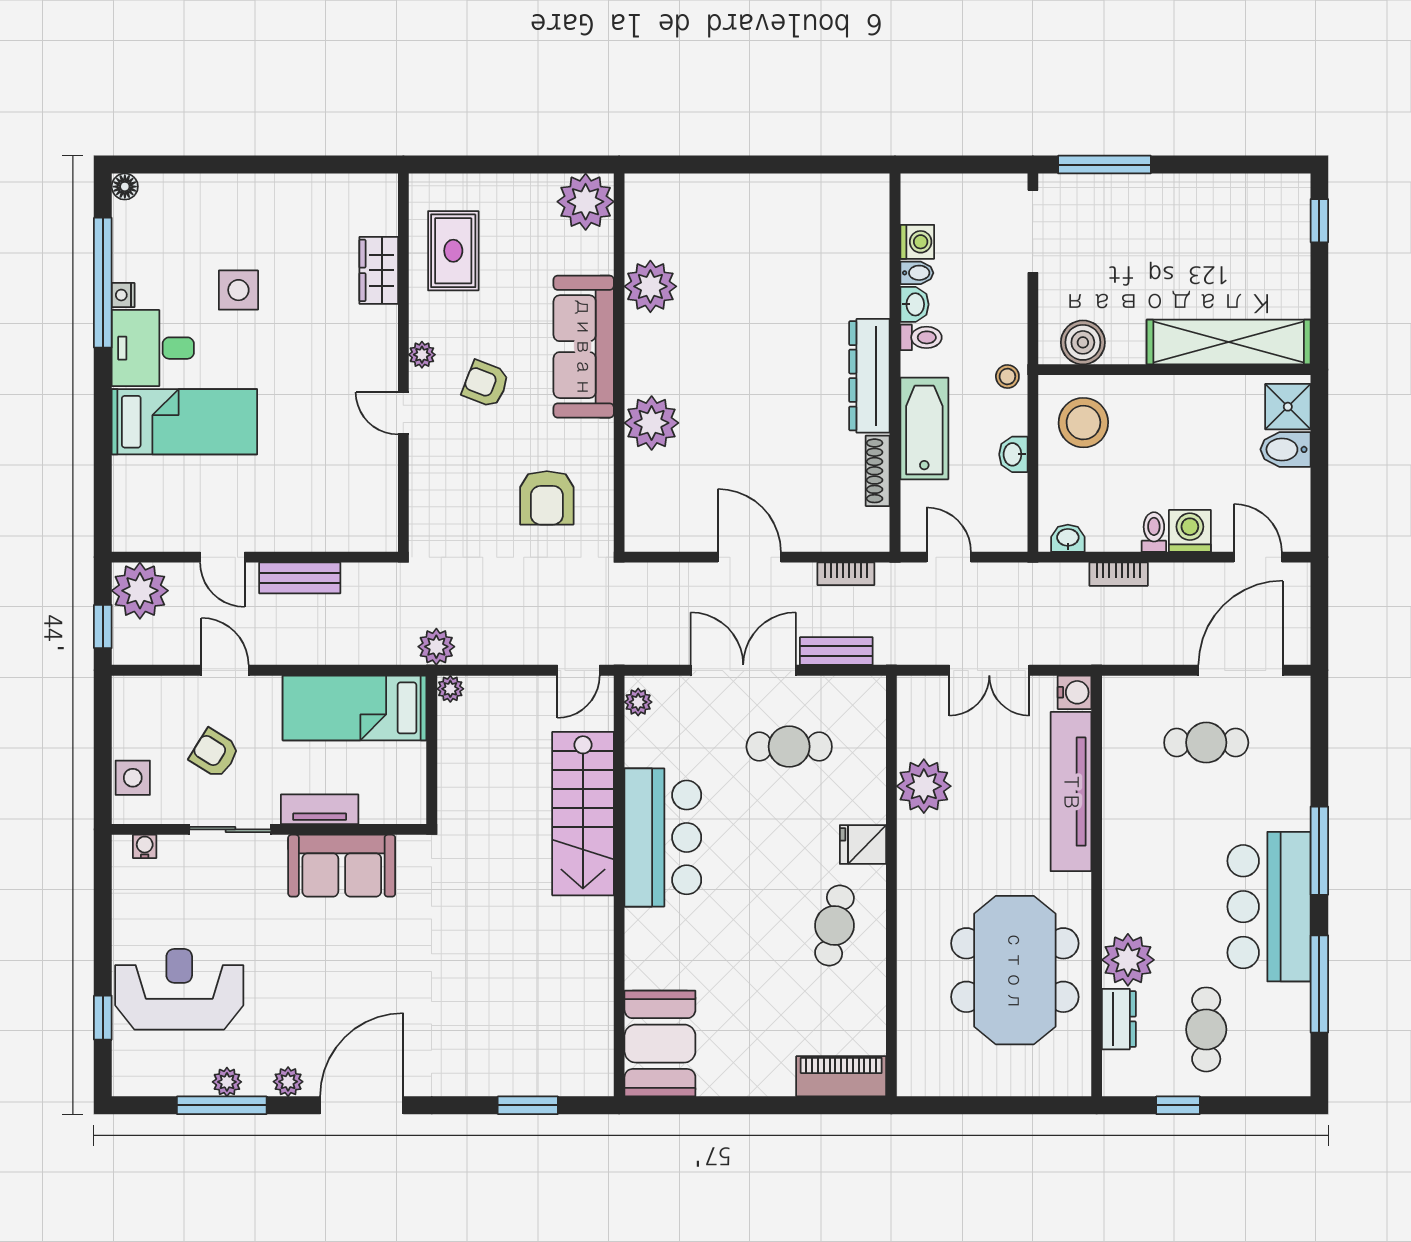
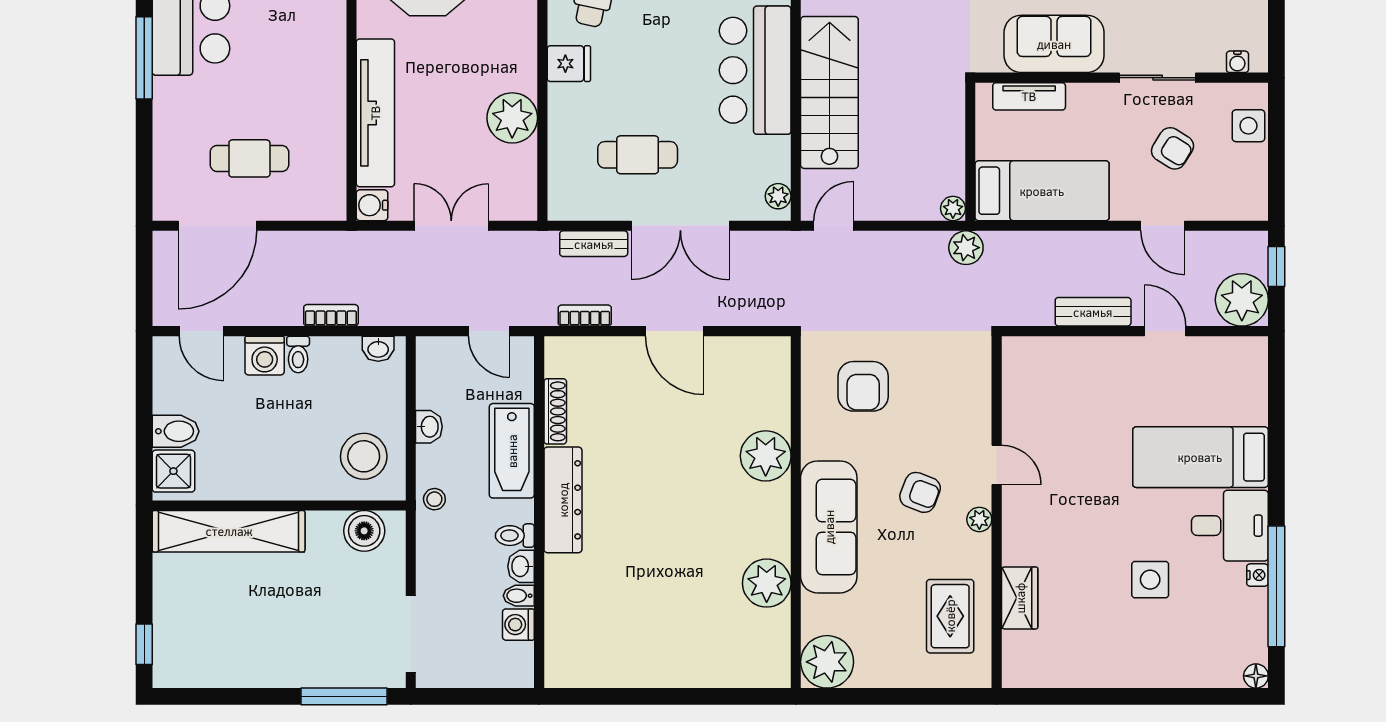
armchair: (547, 498) -> (863, 386), turned 180
tv unit: (320, 809) -> (1029, 96), moved

